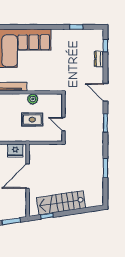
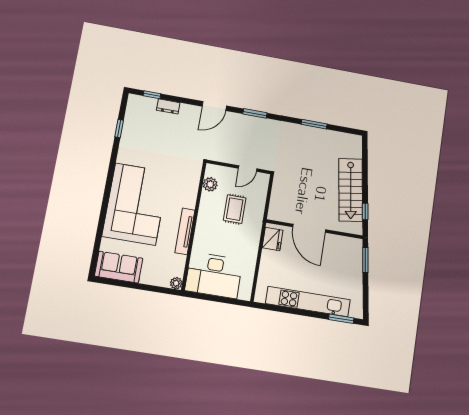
plant: (33, 99) -> (210, 184), moved

